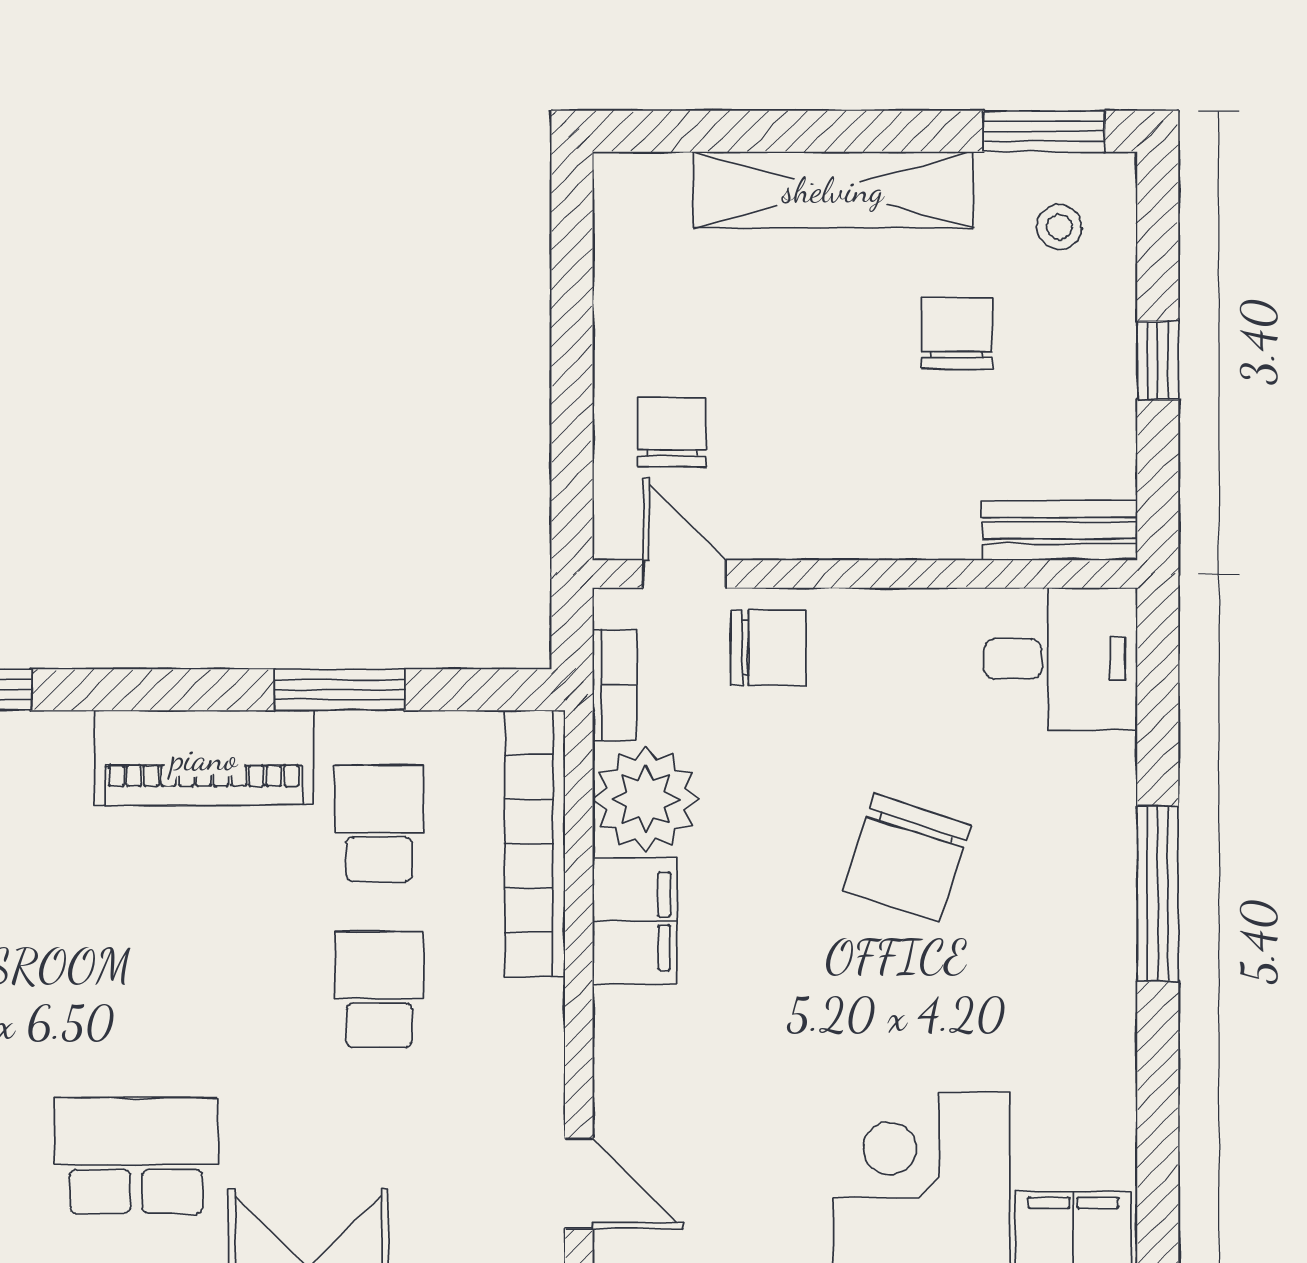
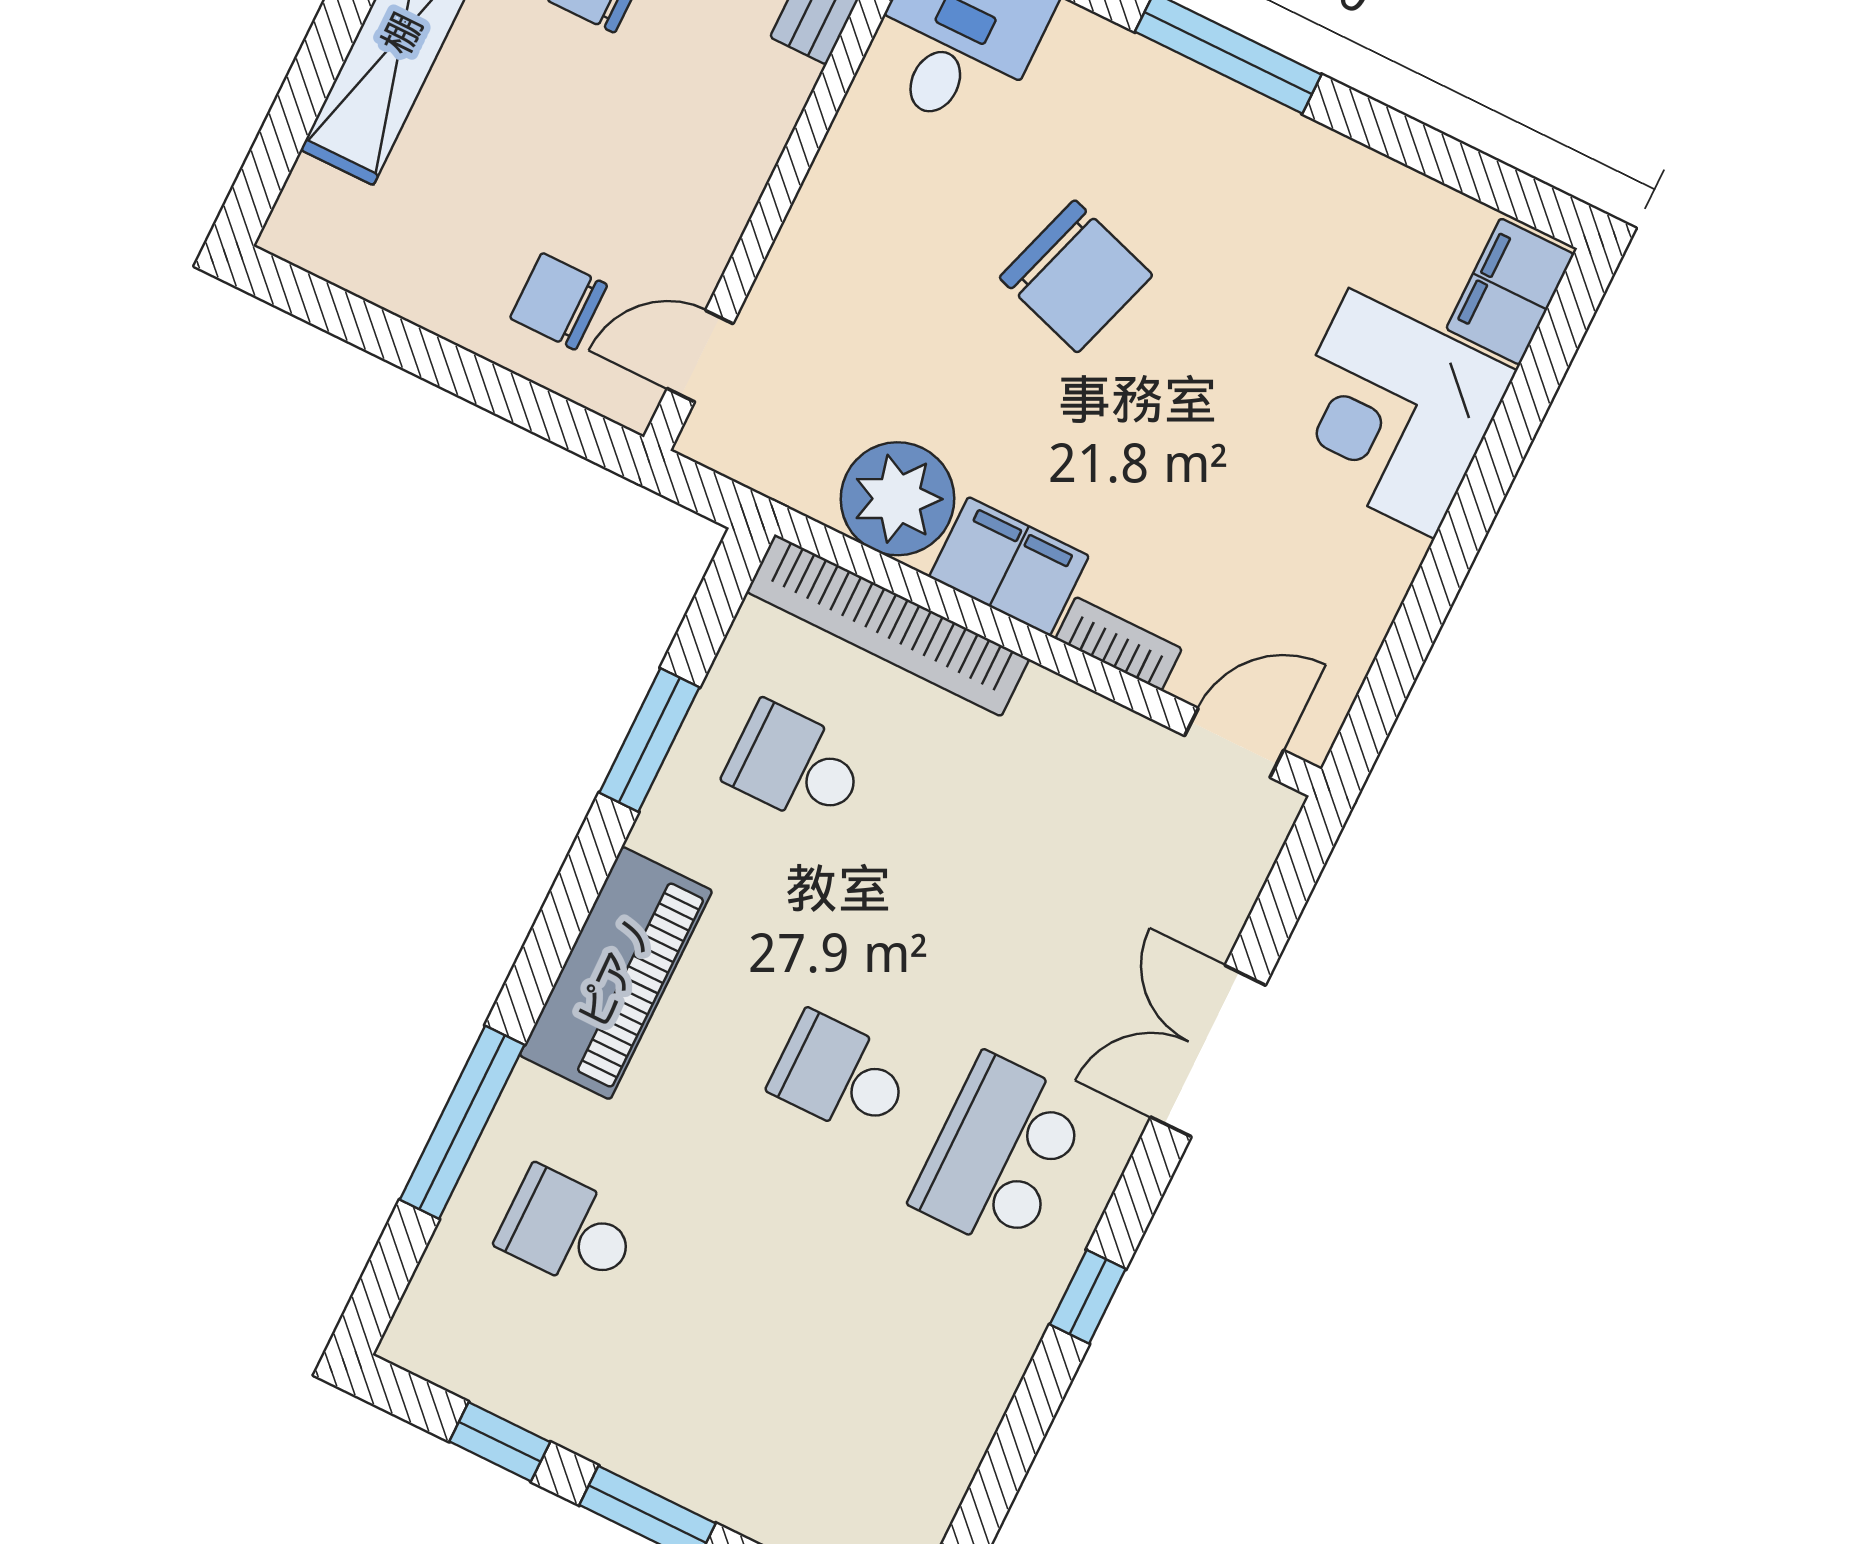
chair: (768, 648) -> (810, 311), removed
bookcase: (615, 685) -> (1119, 644), moved
piano: (204, 758) -> (616, 973), moved
school desk: (379, 989) -> (841, 1075), moved

